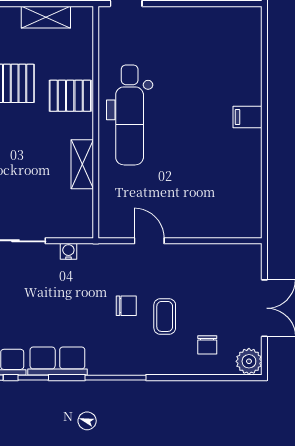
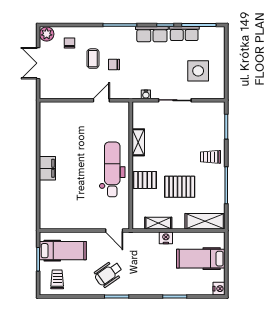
filing cabinet: (248, 117) -> (47, 168), width x2.00
door: (149, 241) -> (101, 100), swing flipped

